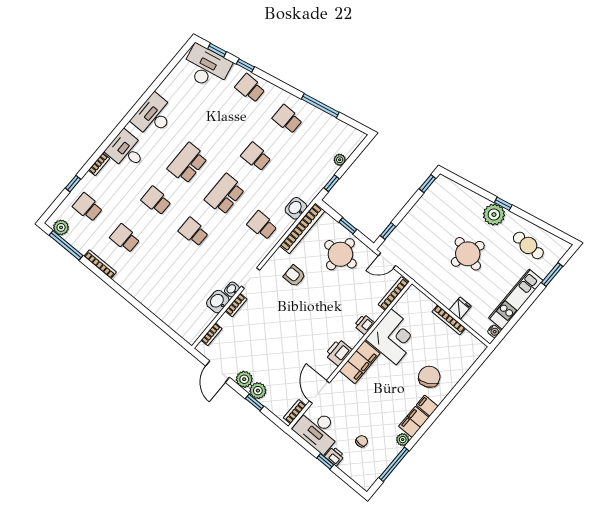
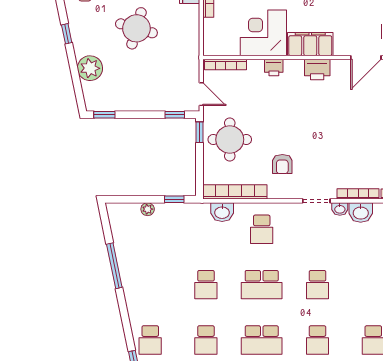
school desk: (287, 119) -> (206, 340), moved
plant: (494, 215) -> (90, 68), moved
window: (348, 226) -> (200, 132), moved
bookcase: (236, 305) -> (358, 194), width x1.56

